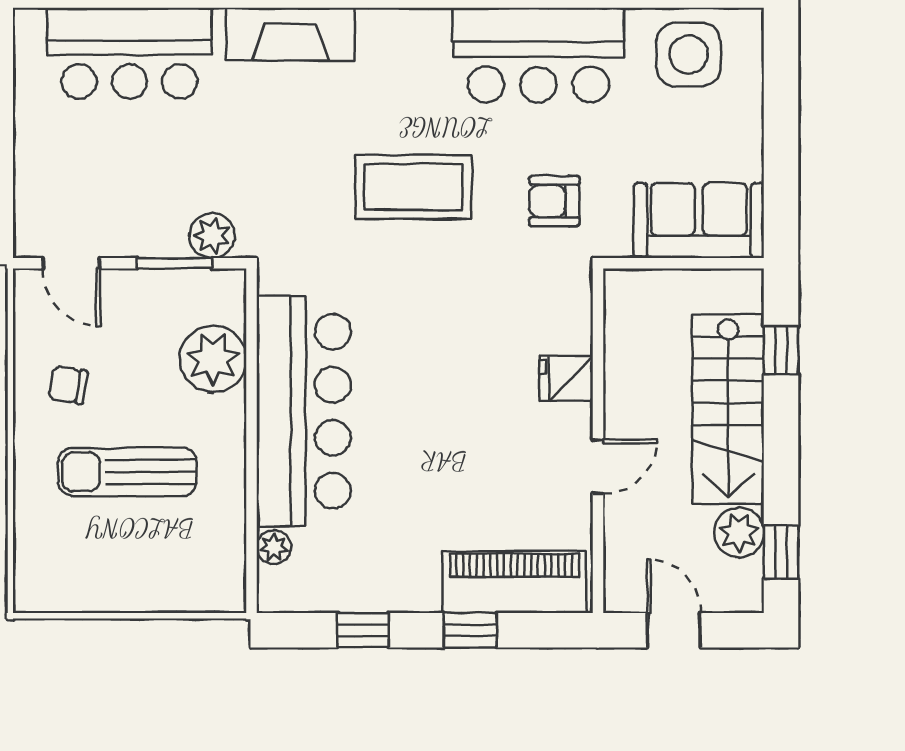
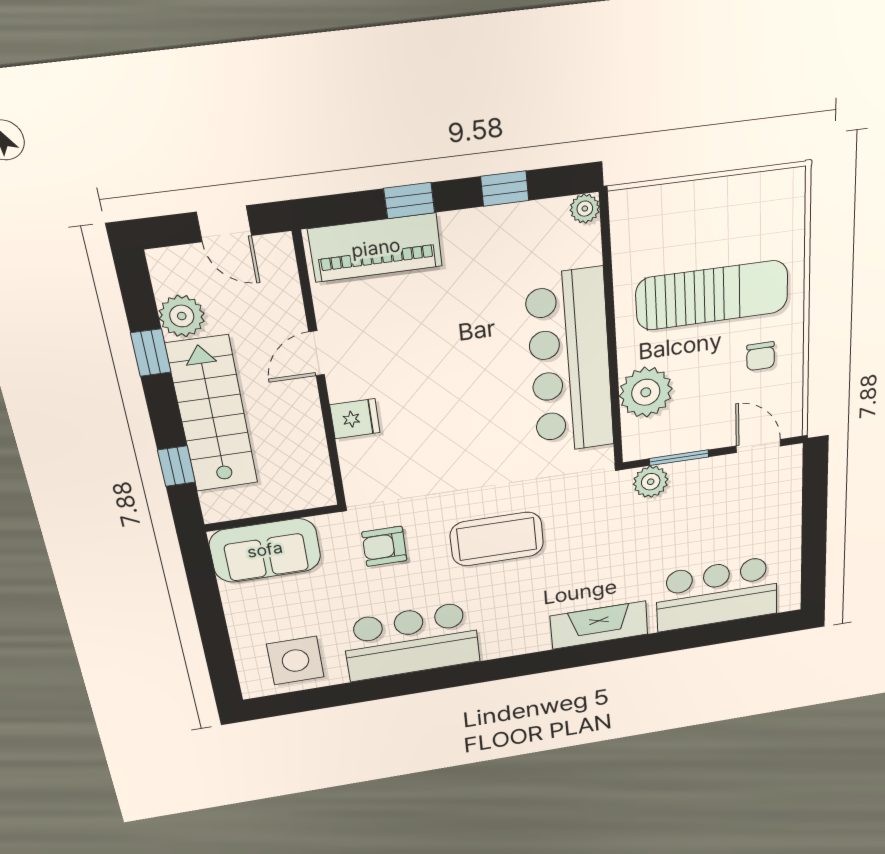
armchair: (554, 201) -> (384, 546), turned 180
chair: (68, 385) -> (761, 356), turned 81
sun lounger: (127, 472) -> (712, 295), width x1.36, depth x1.34
plant: (274, 547) -> (585, 209), moved
window: (781, 552) -> (151, 353), moved

